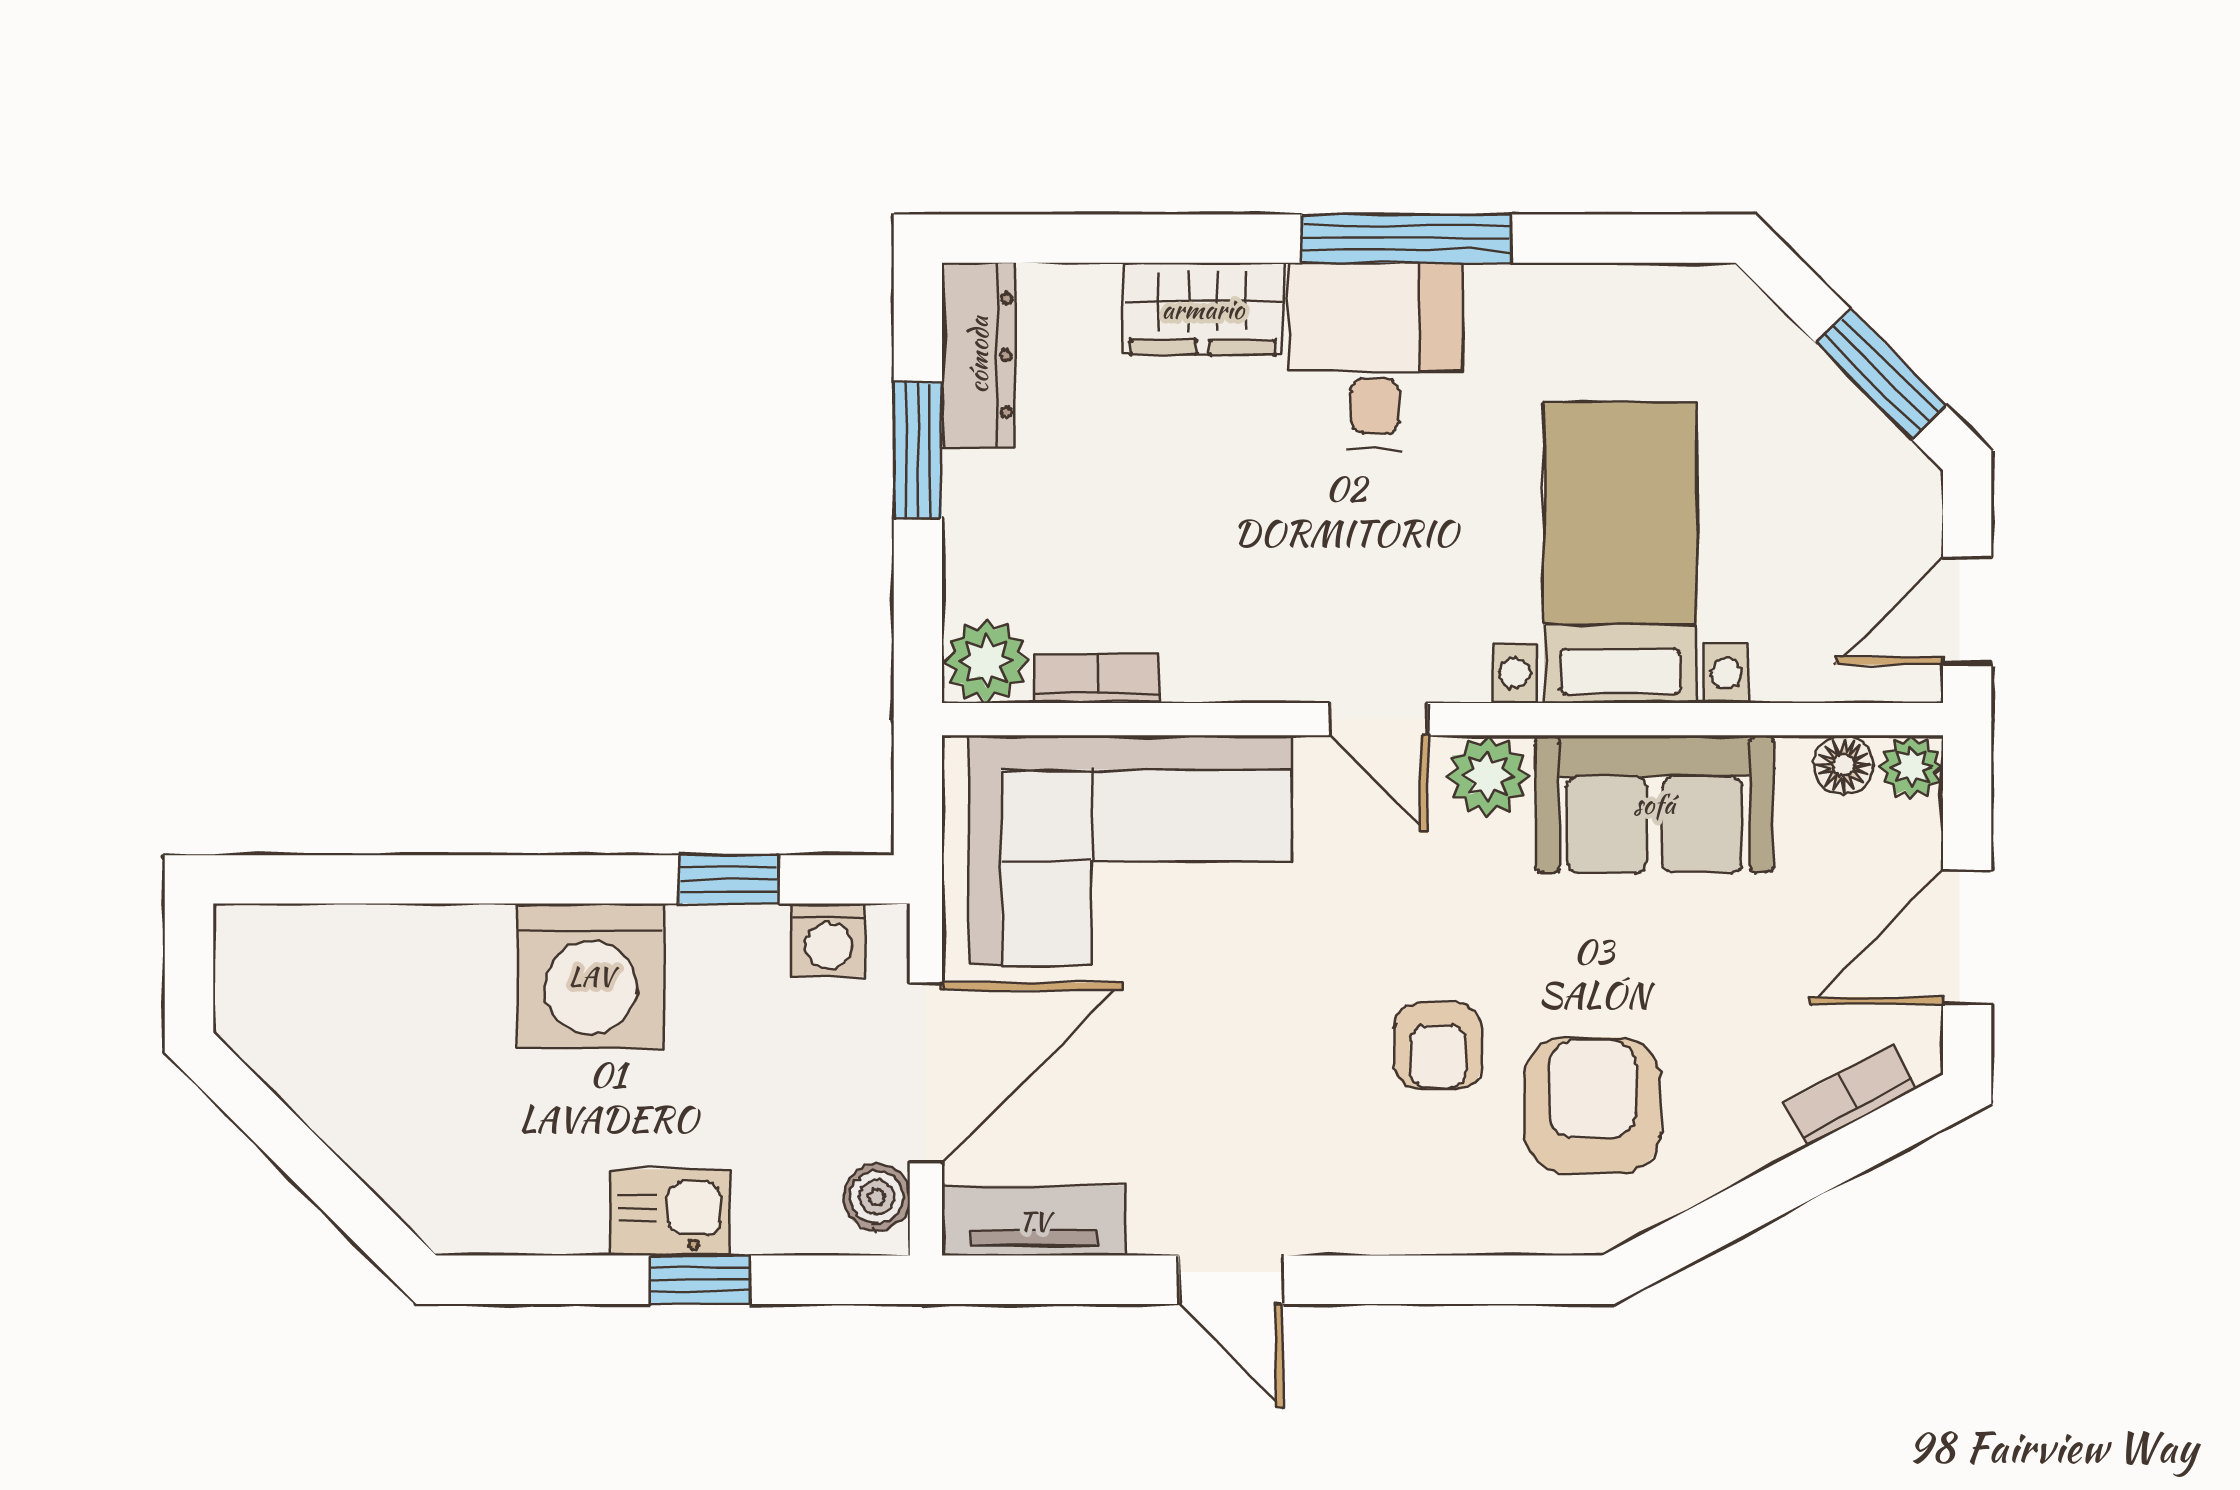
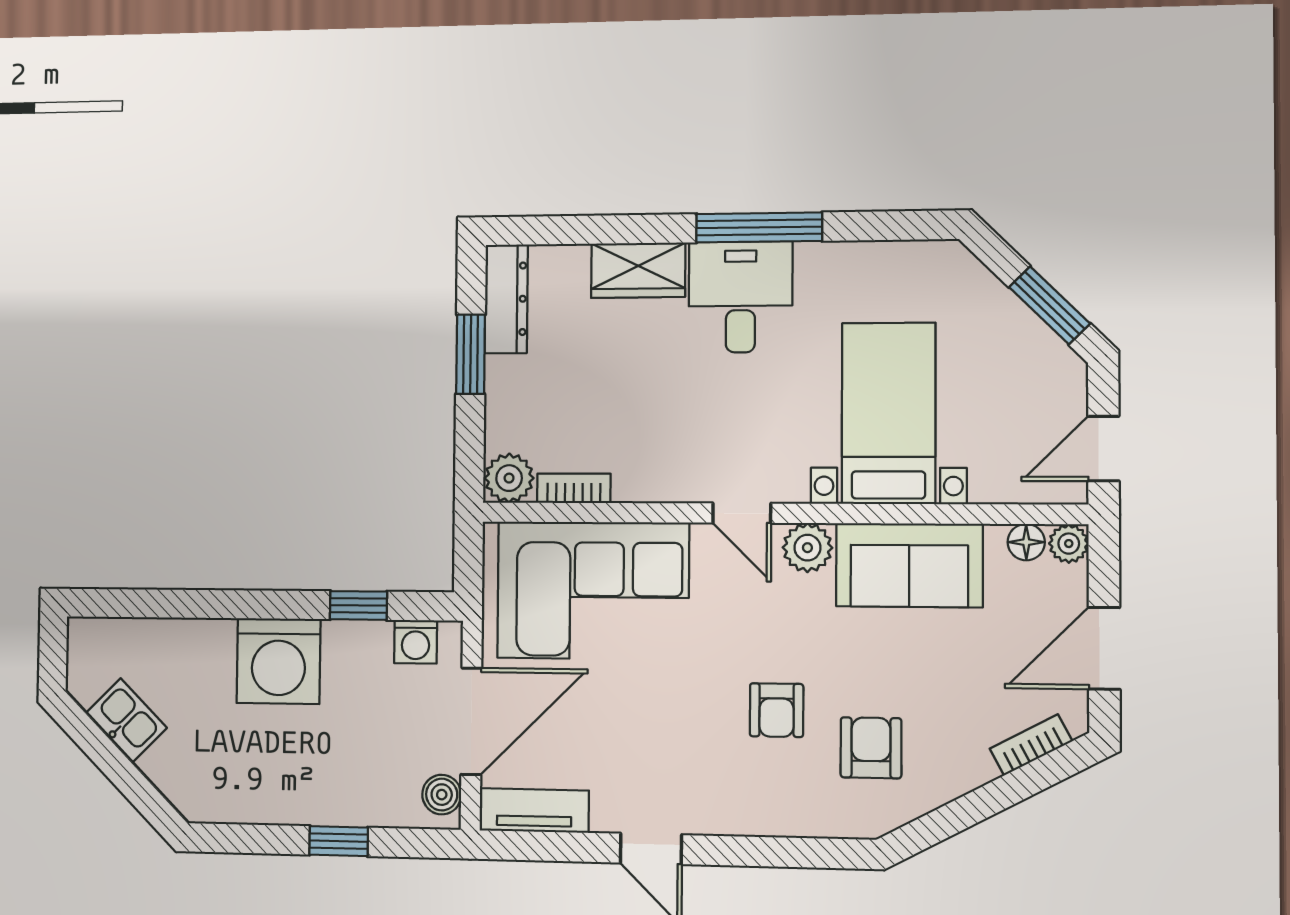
armchair: (1593, 1105) -> (871, 748), width x0.72, depth x0.72
kitchen sink: (670, 1213) -> (126, 720), moved, turned 45

